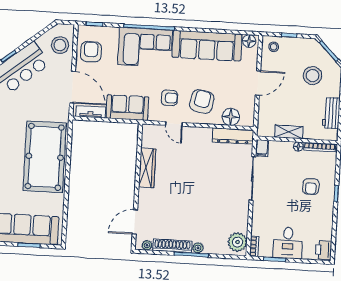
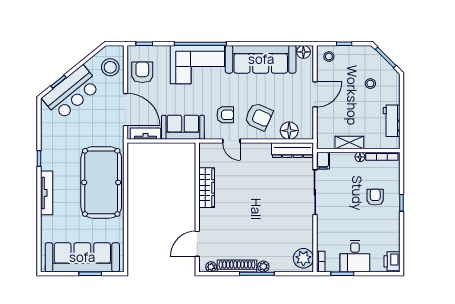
stool: (313, 76) -> (370, 84), width x0.53, depth x0.53
armchair: (202, 102) -> (259, 117), turned 103
armchair: (311, 186) -> (375, 197), turned 180

